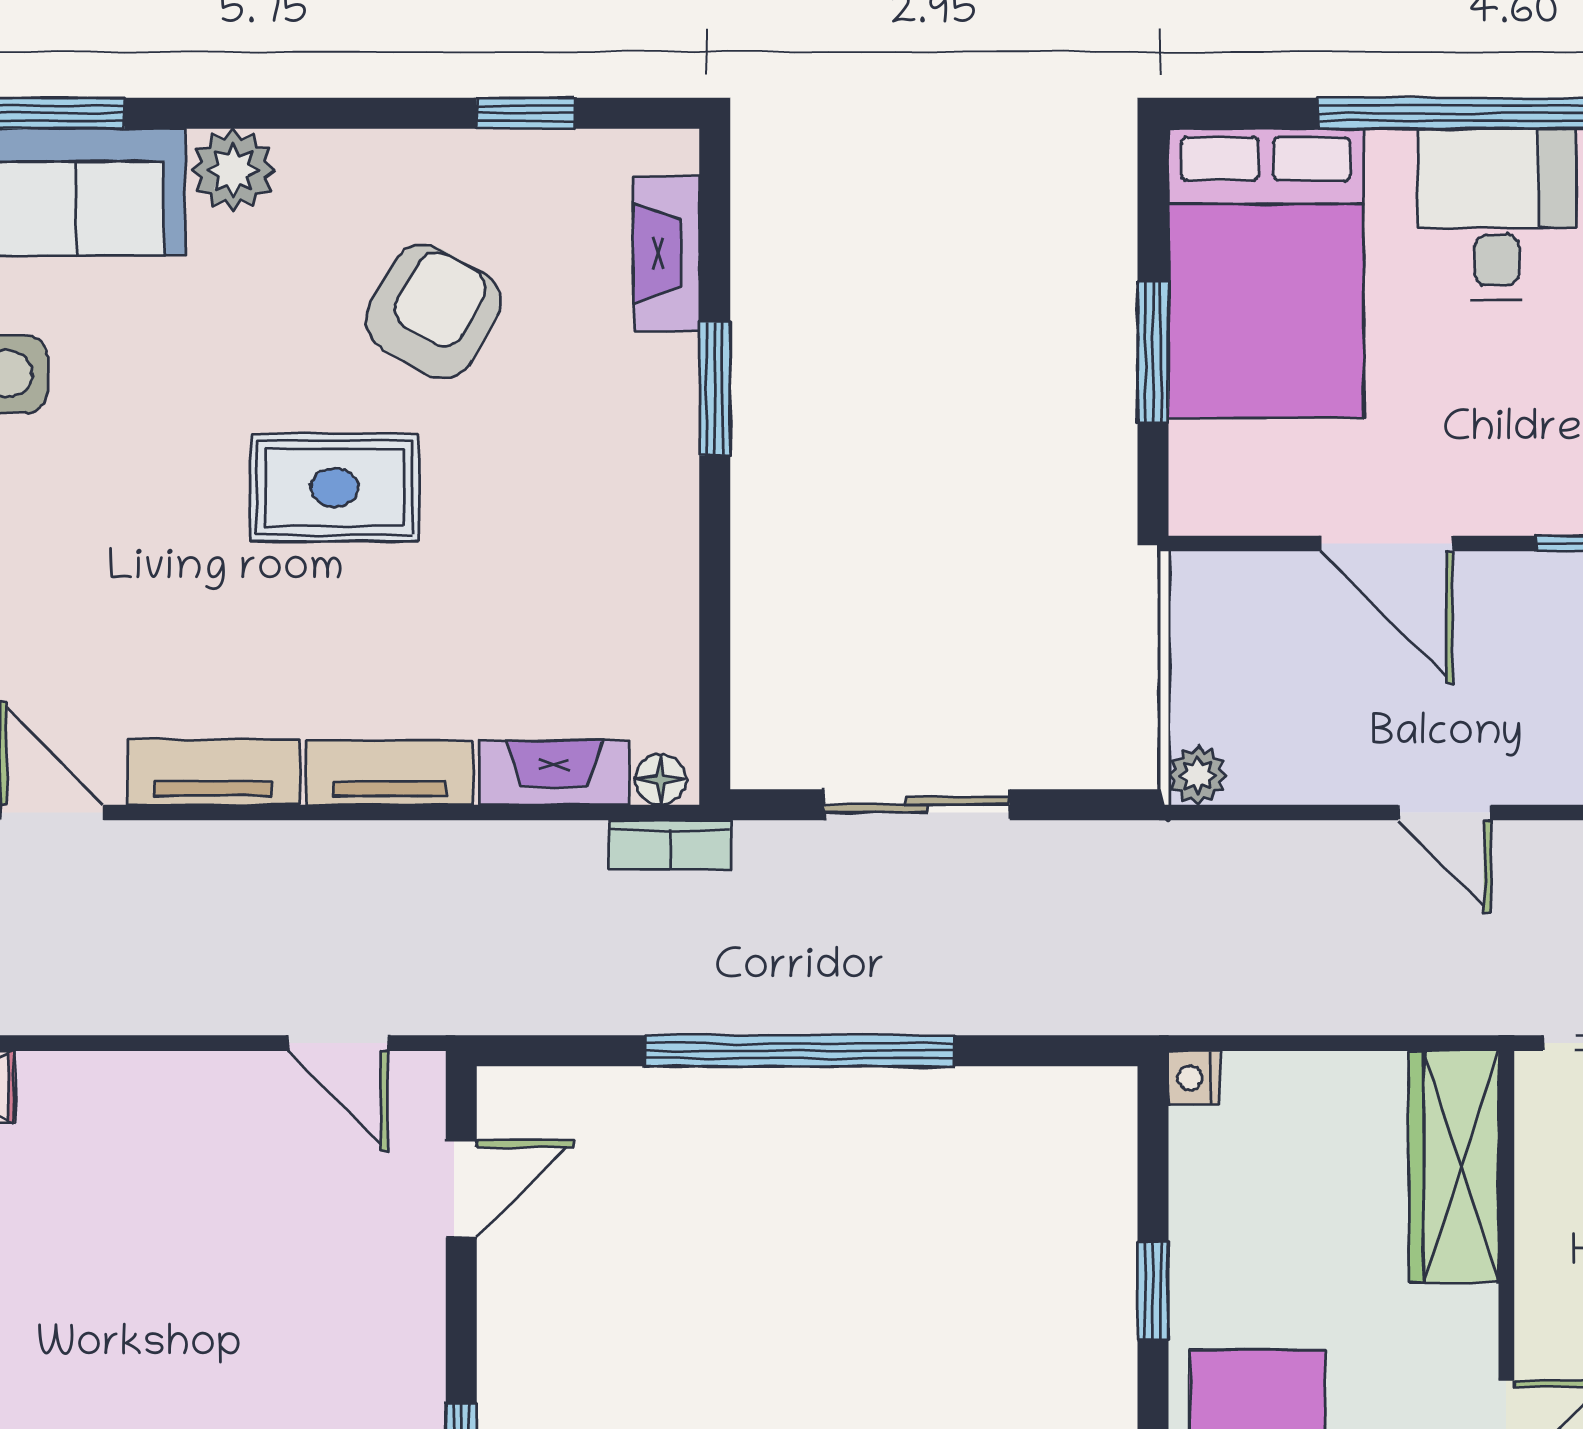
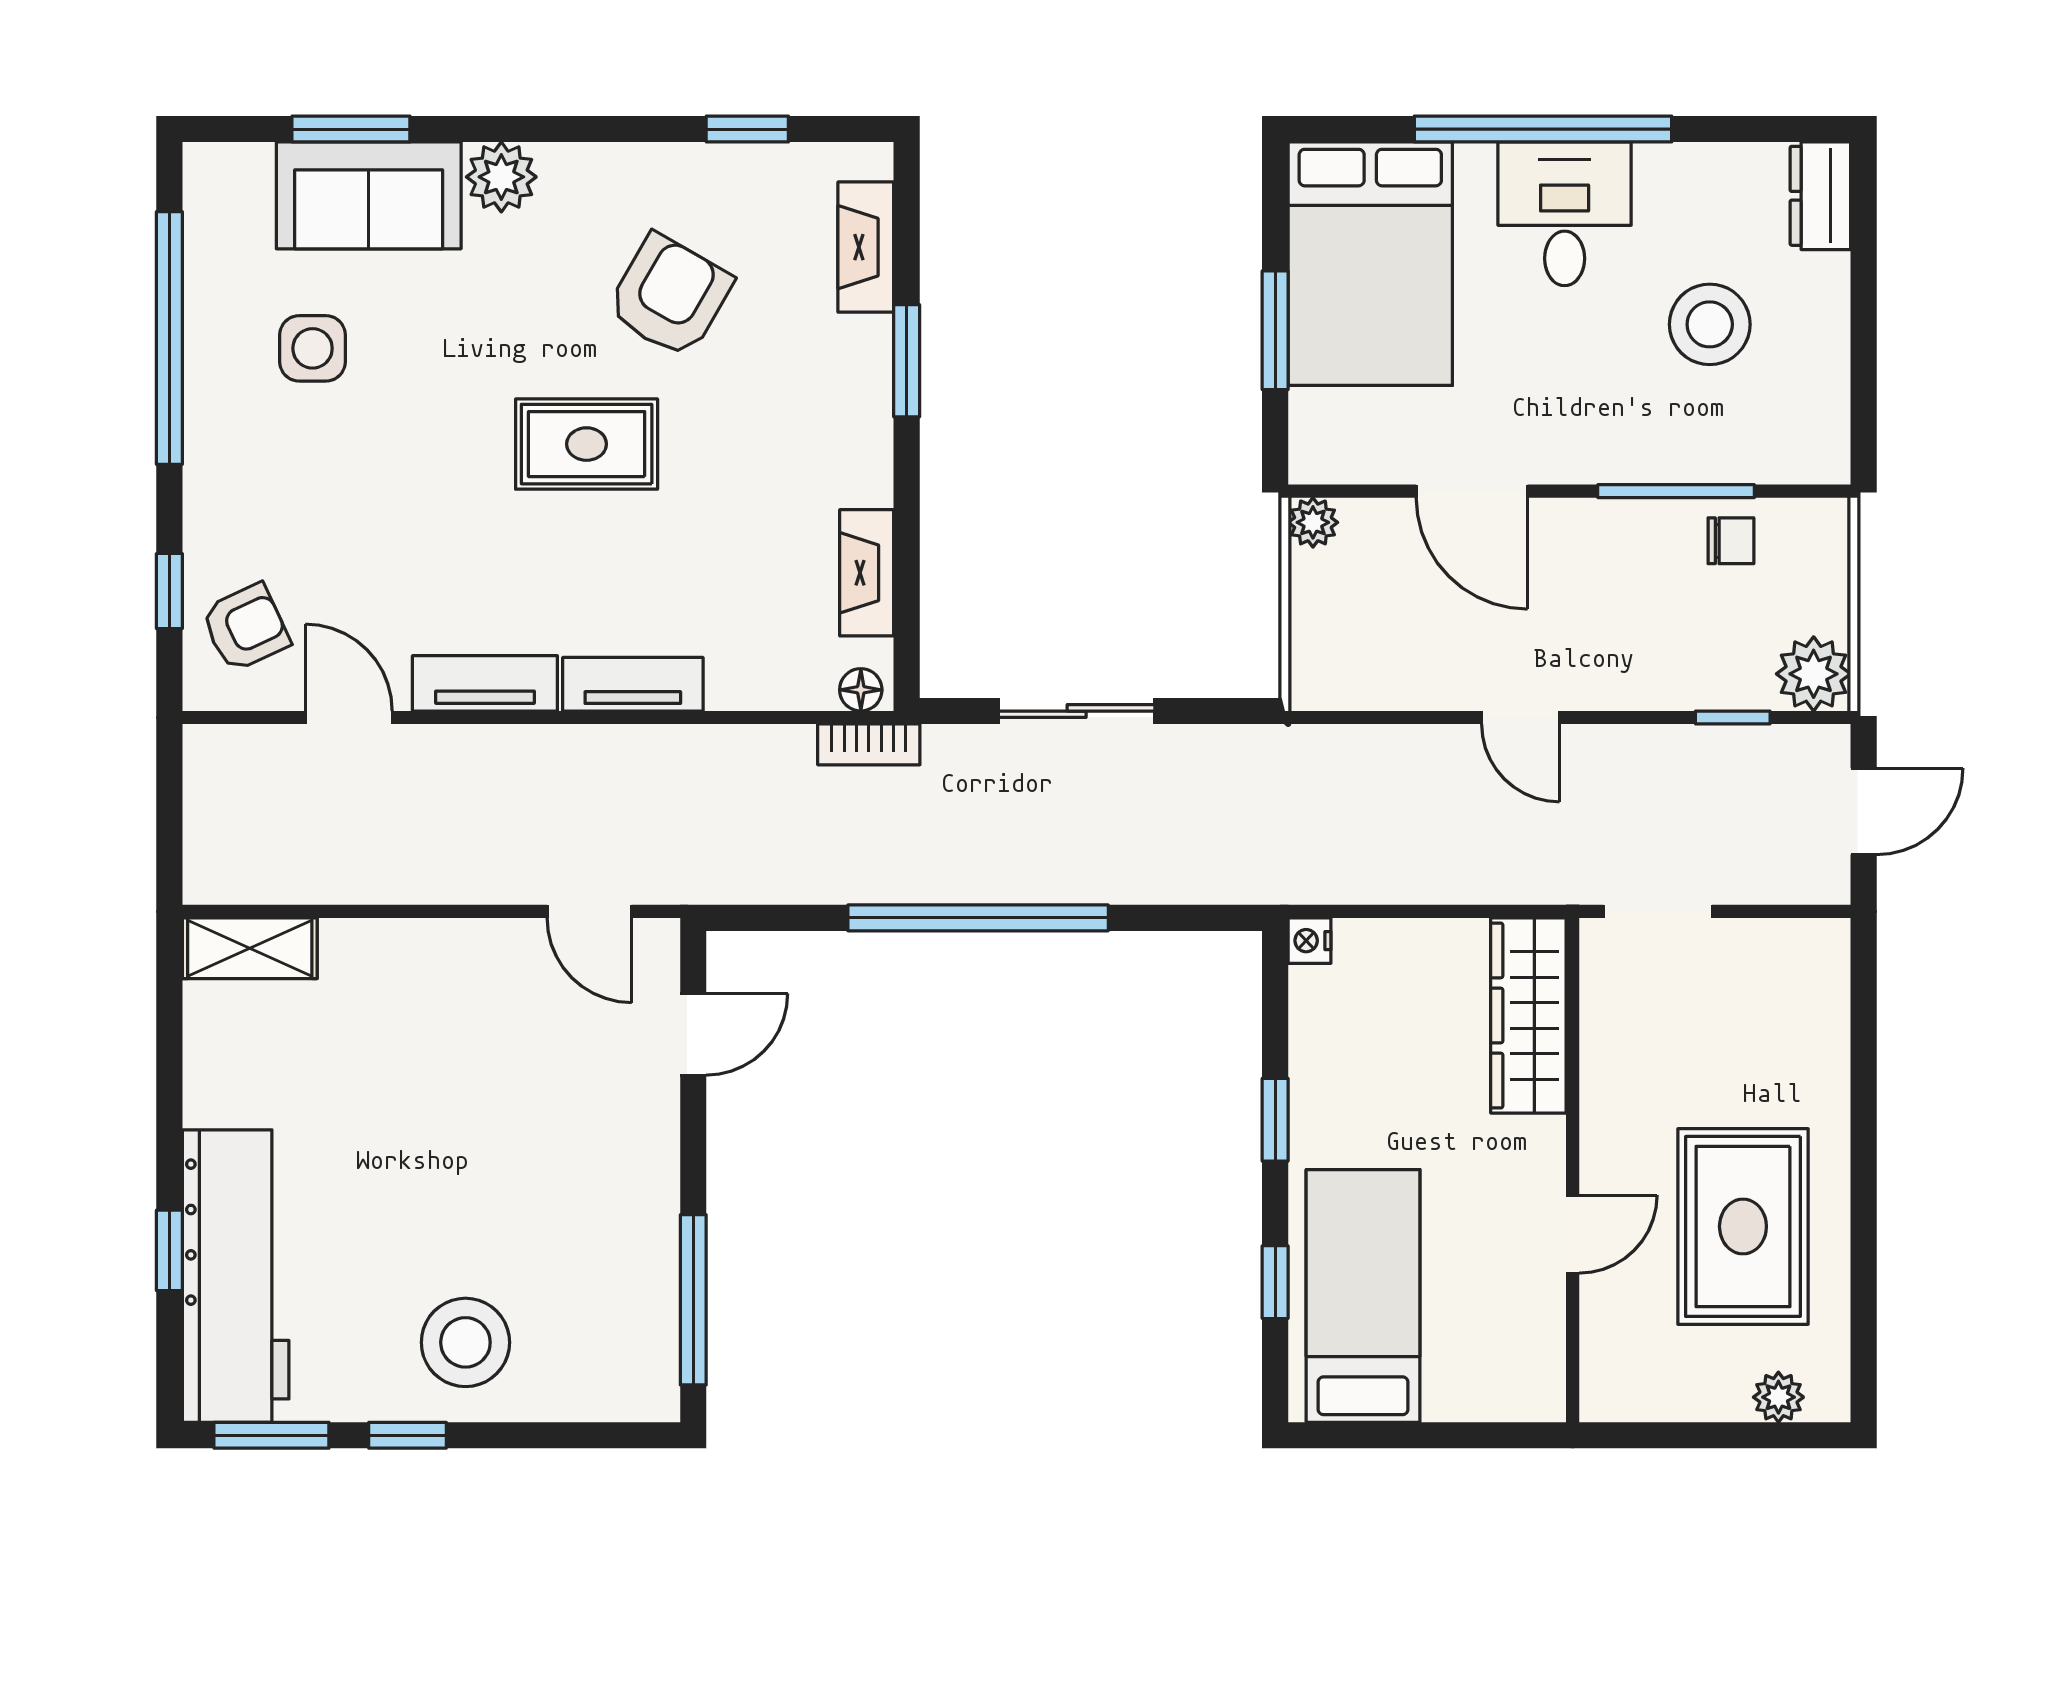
fireplace: (554, 773) -> (867, 573), moved, turned -90
plant: (1198, 775) -> (1313, 522), moved

